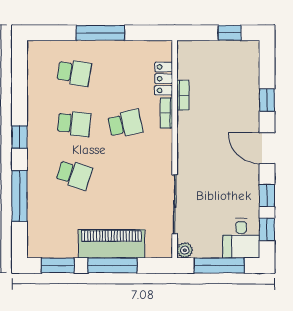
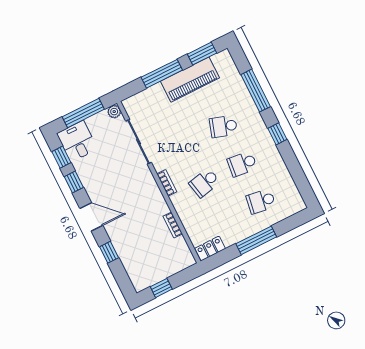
locker: (164, 79) -> (210, 248), moved, turned -90
bookcase: (166, 113) -> (167, 183), moved
piano: (112, 244) -> (190, 80), moved

